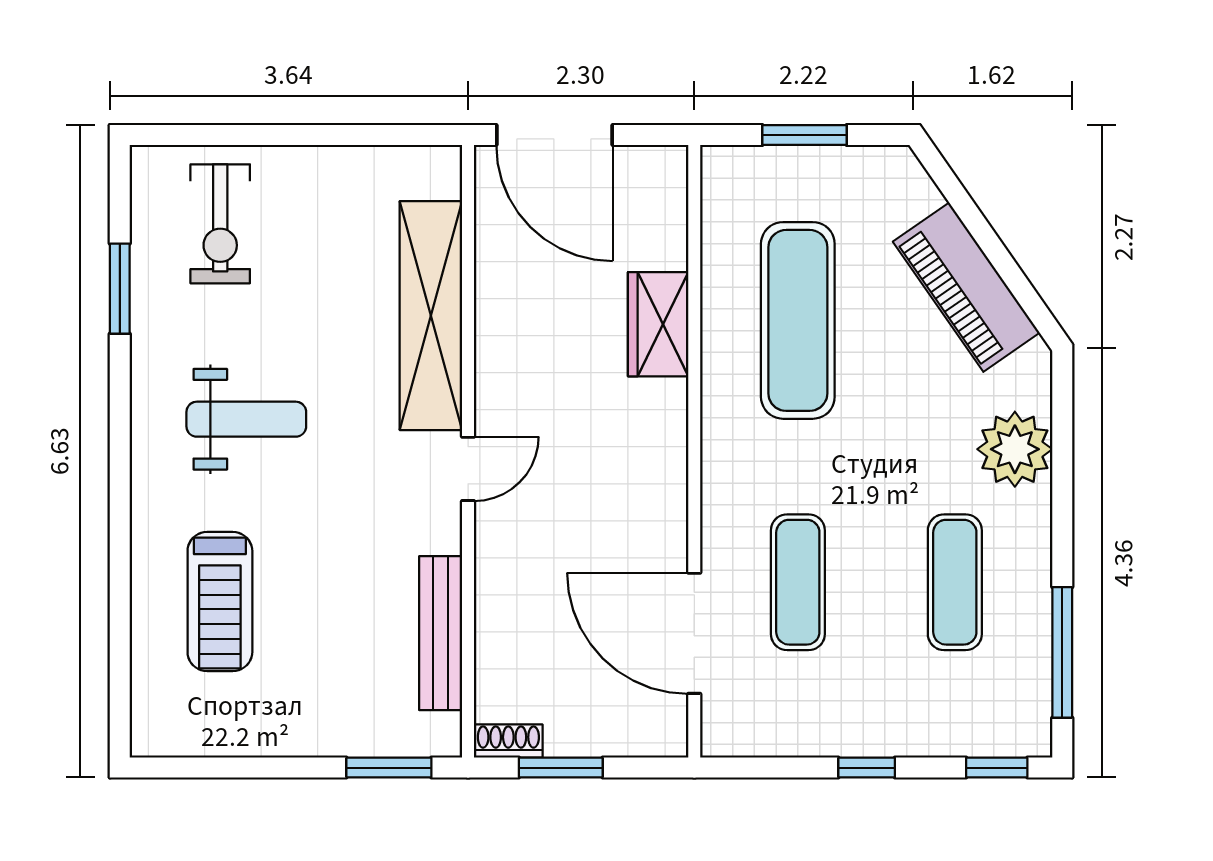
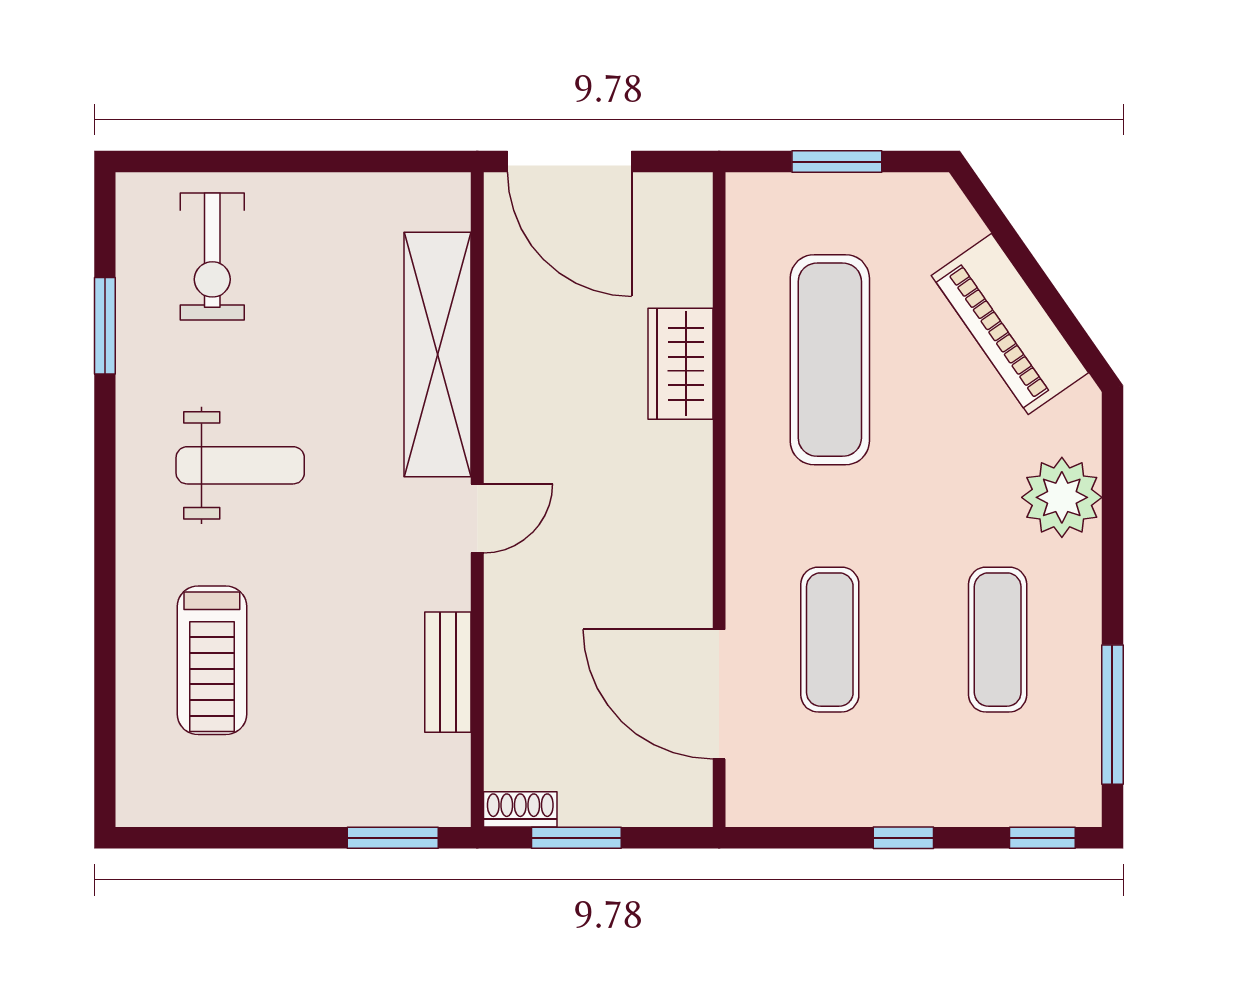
bench: (441, 633) -> (448, 672), width x0.73

